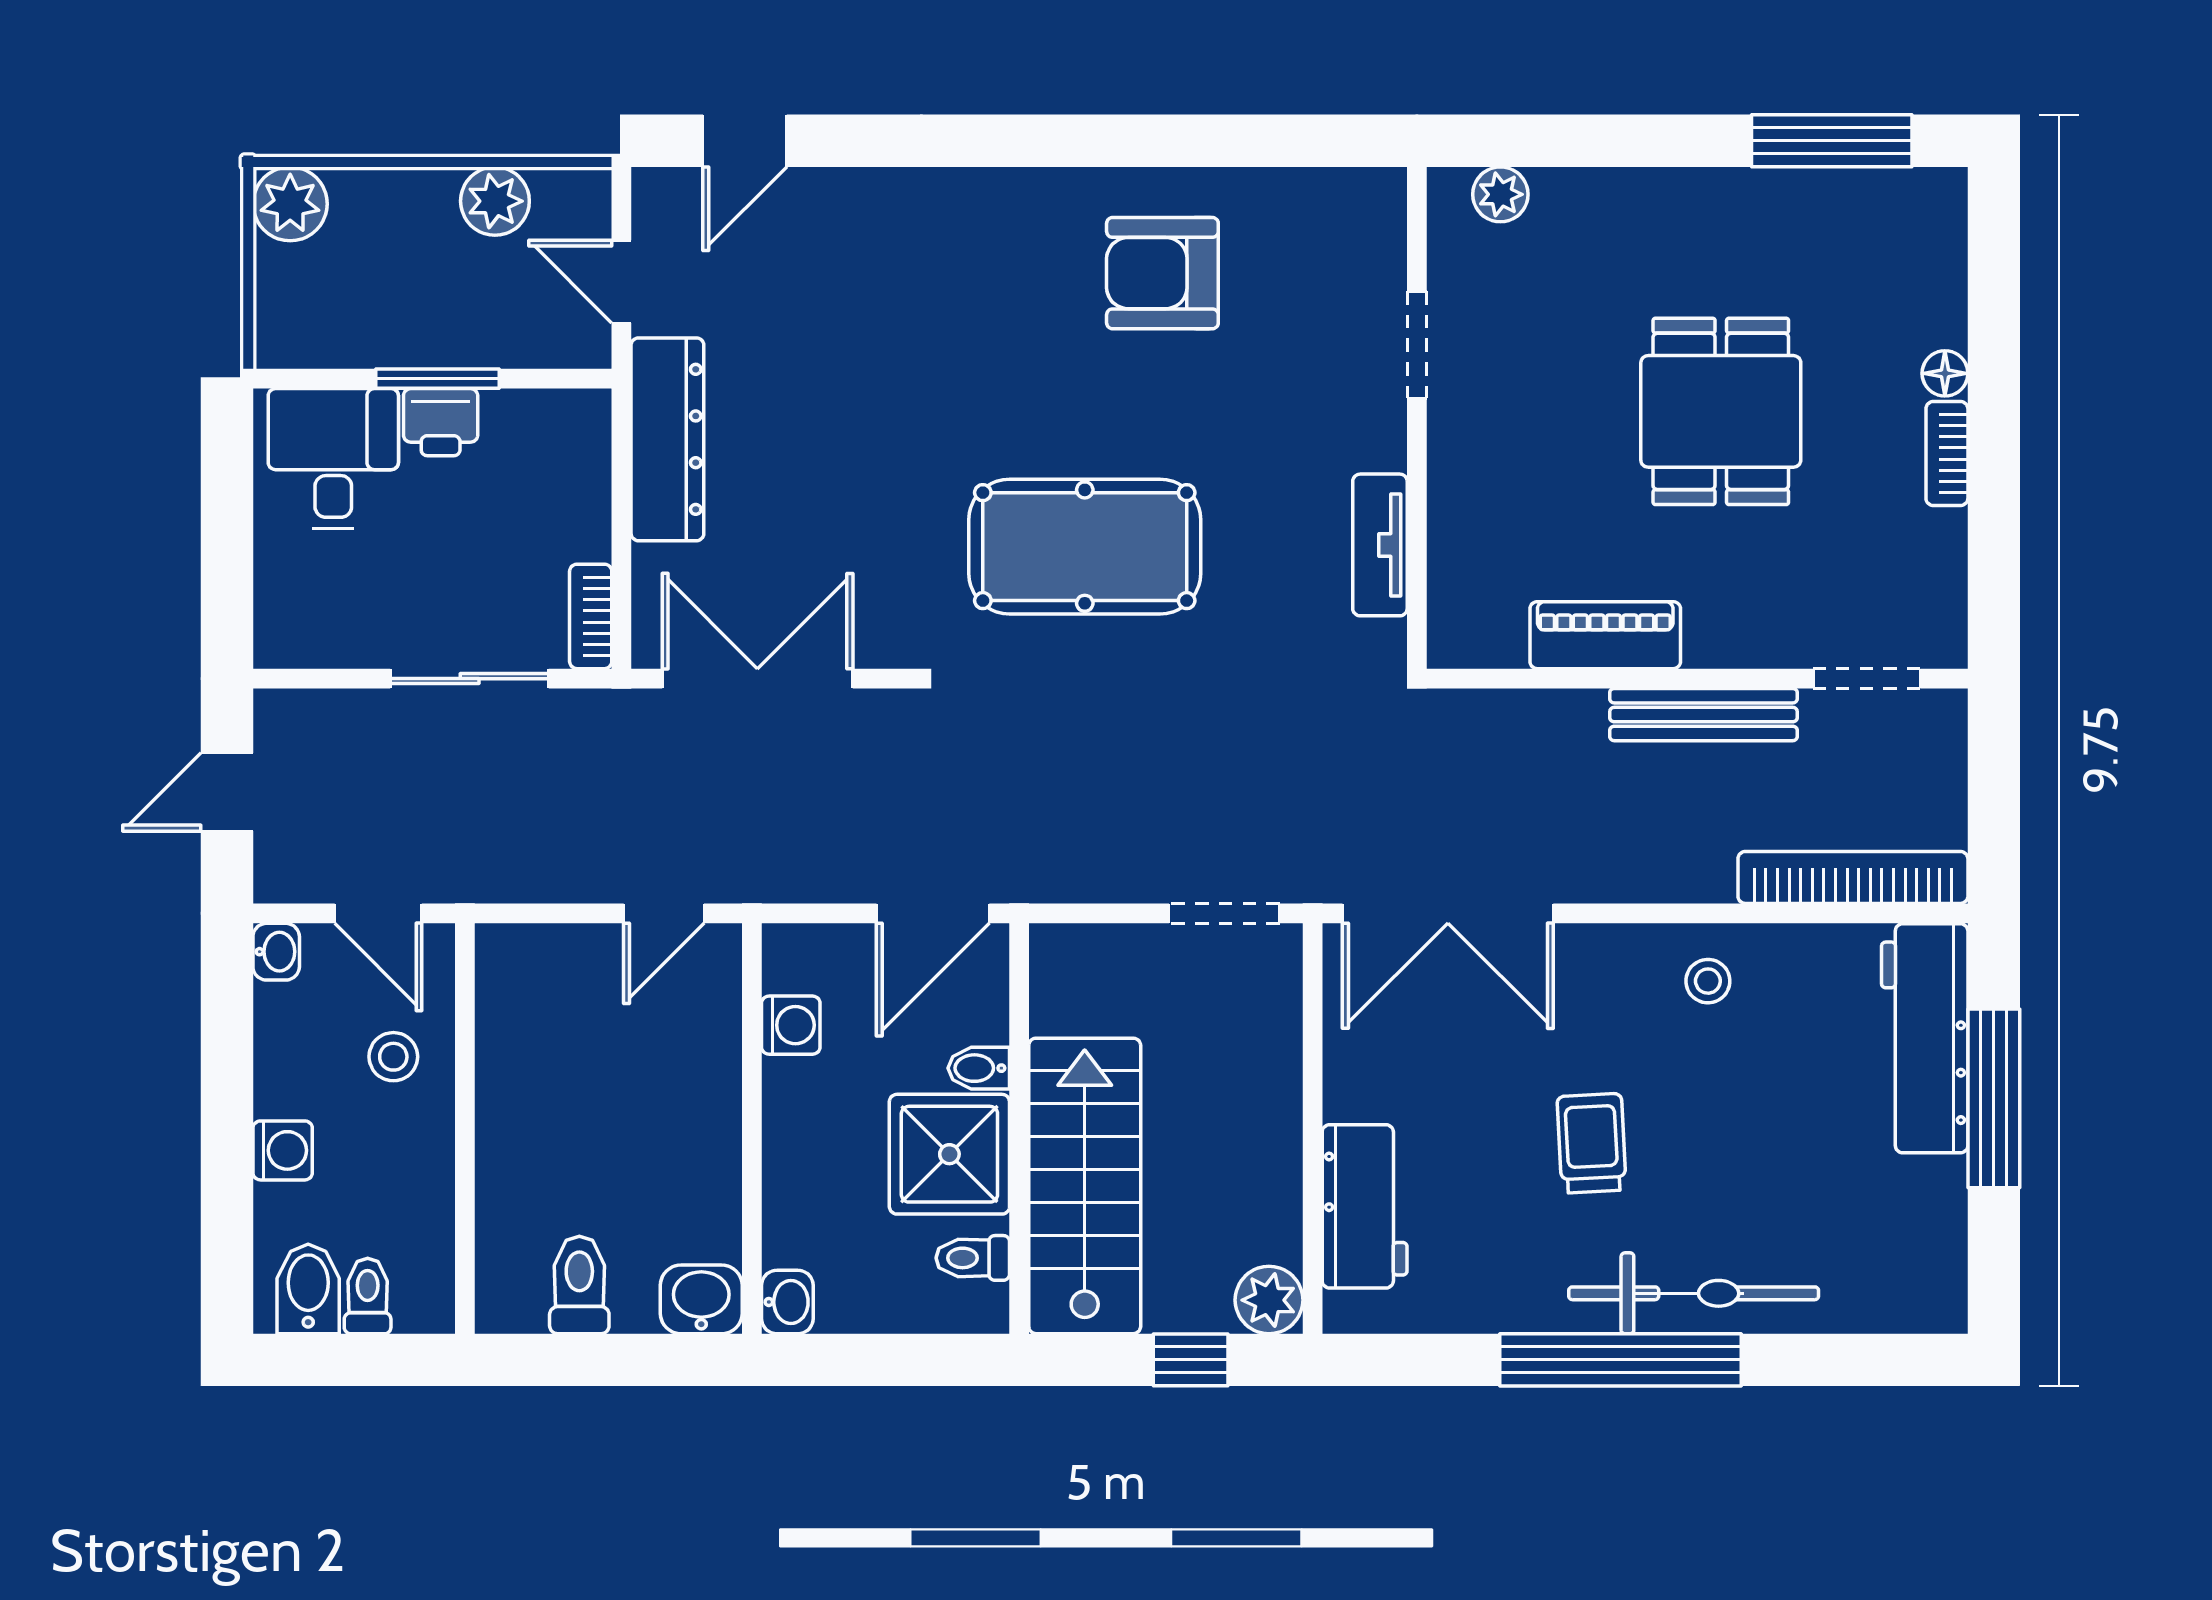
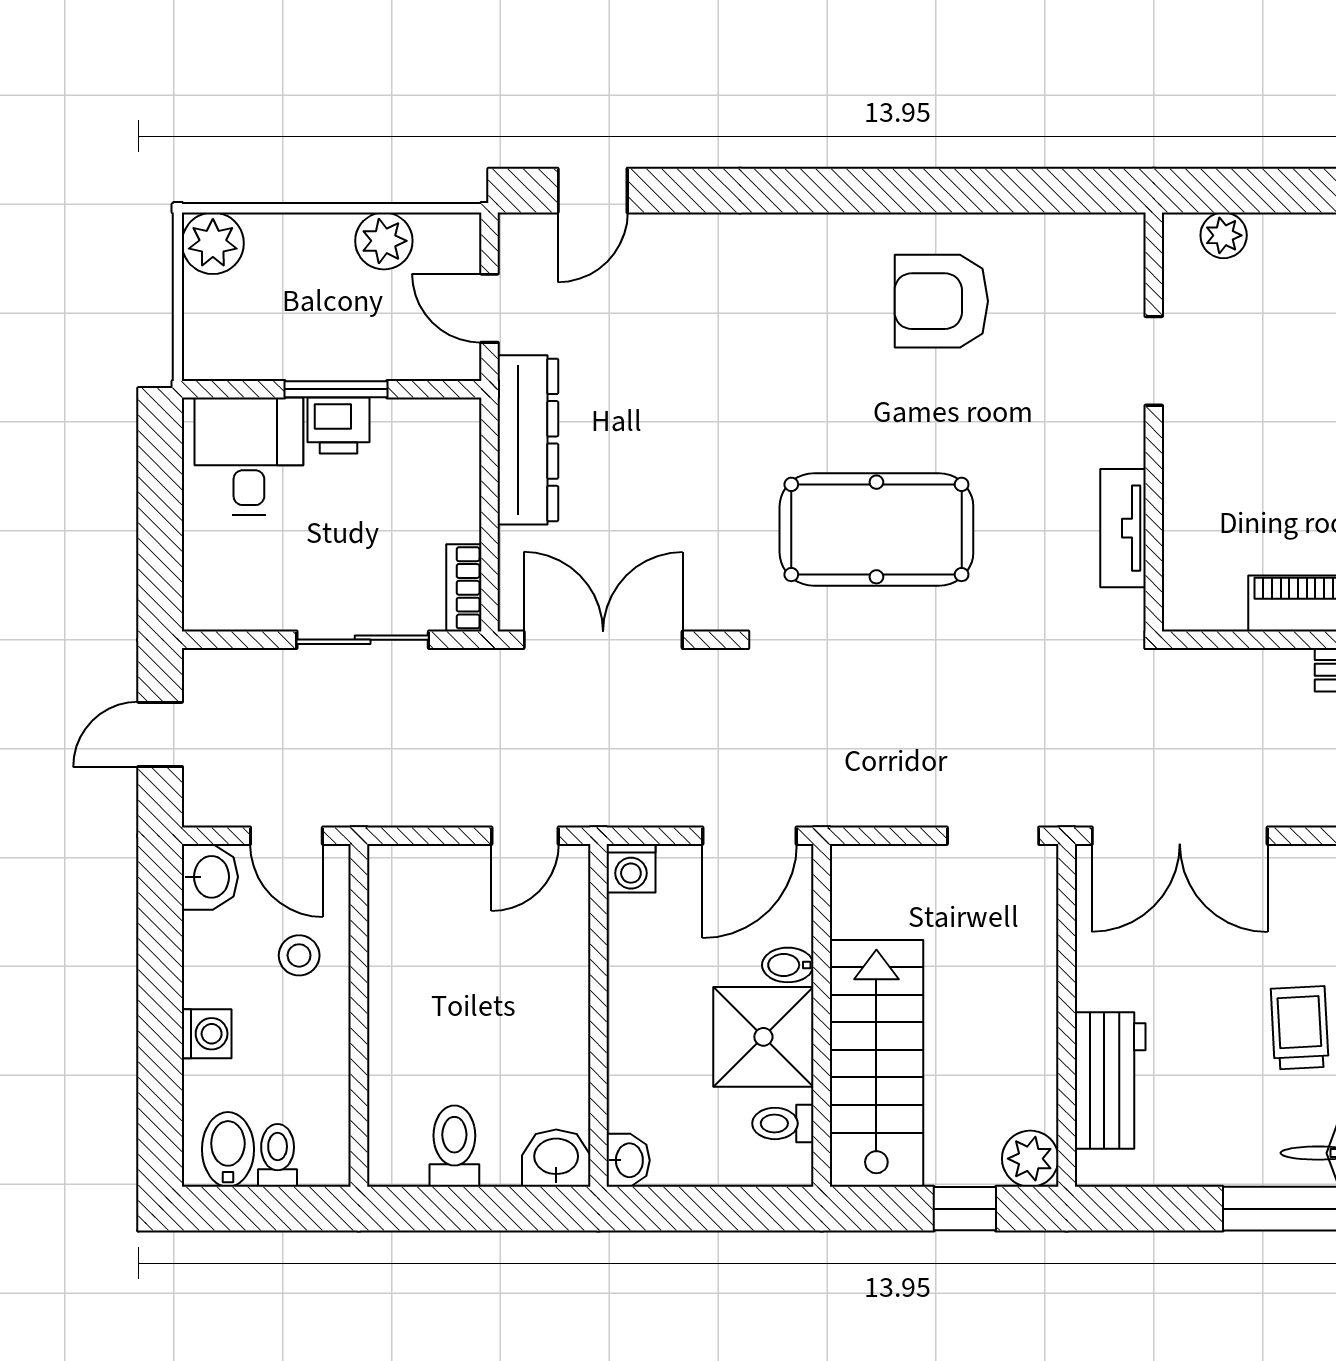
washbasin: (276, 952) -> (210, 877), width x1.38, depth x1.45
washing machine: (791, 1025) -> (631, 868), moved, turned 90

